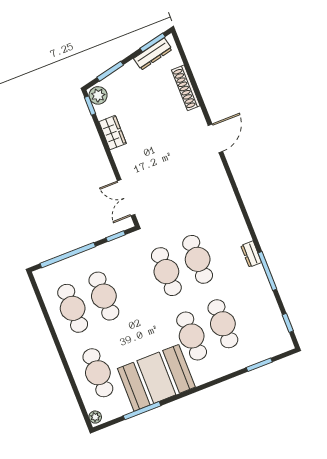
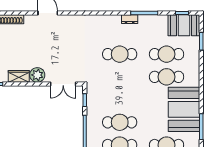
plant: (125, 157) -> (37, 75), added
cafe table: (166, 272) -> (120, 77), removed
booth: (272, 332) -> (184, 25), added

